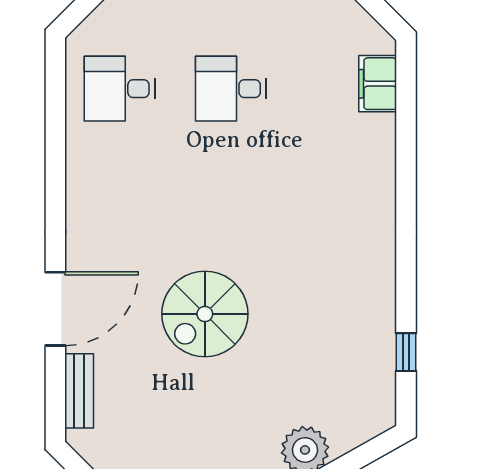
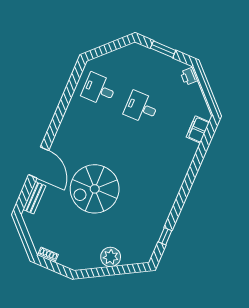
door: (55, 309) -> (39, 163), hinge flipped
spiral stairs: (205, 314) -> (95, 189), width x1.37, depth x1.37

